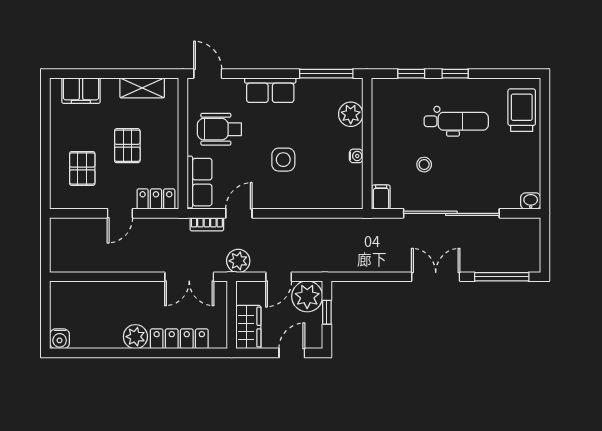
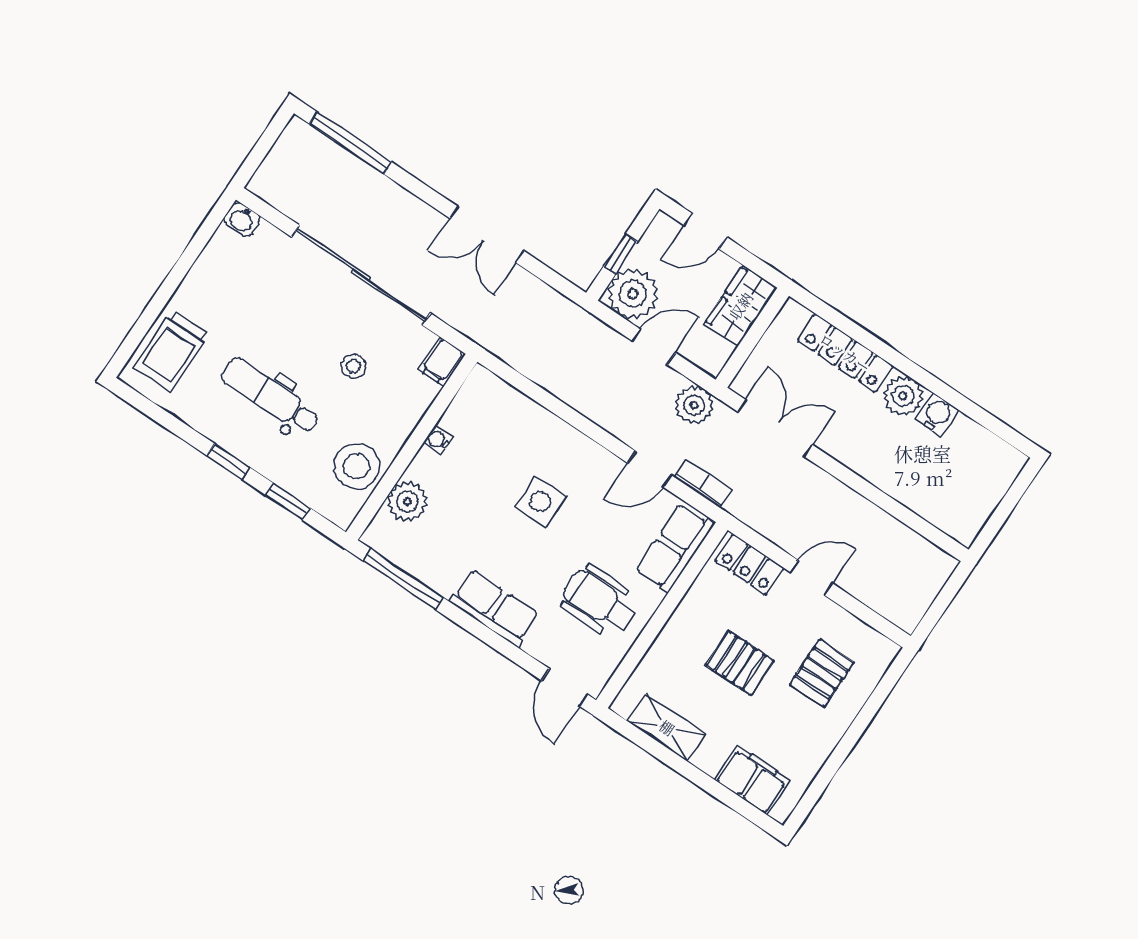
stool: (388, 115) -> (357, 466), added
wheelchair: (219, 129) -> (599, 601), turned 180
pallet: (127, 146) -> (740, 663), turned 90
double door: (436, 277) -> (487, 234), moved
water cooler: (60, 339) -> (937, 415), moved

